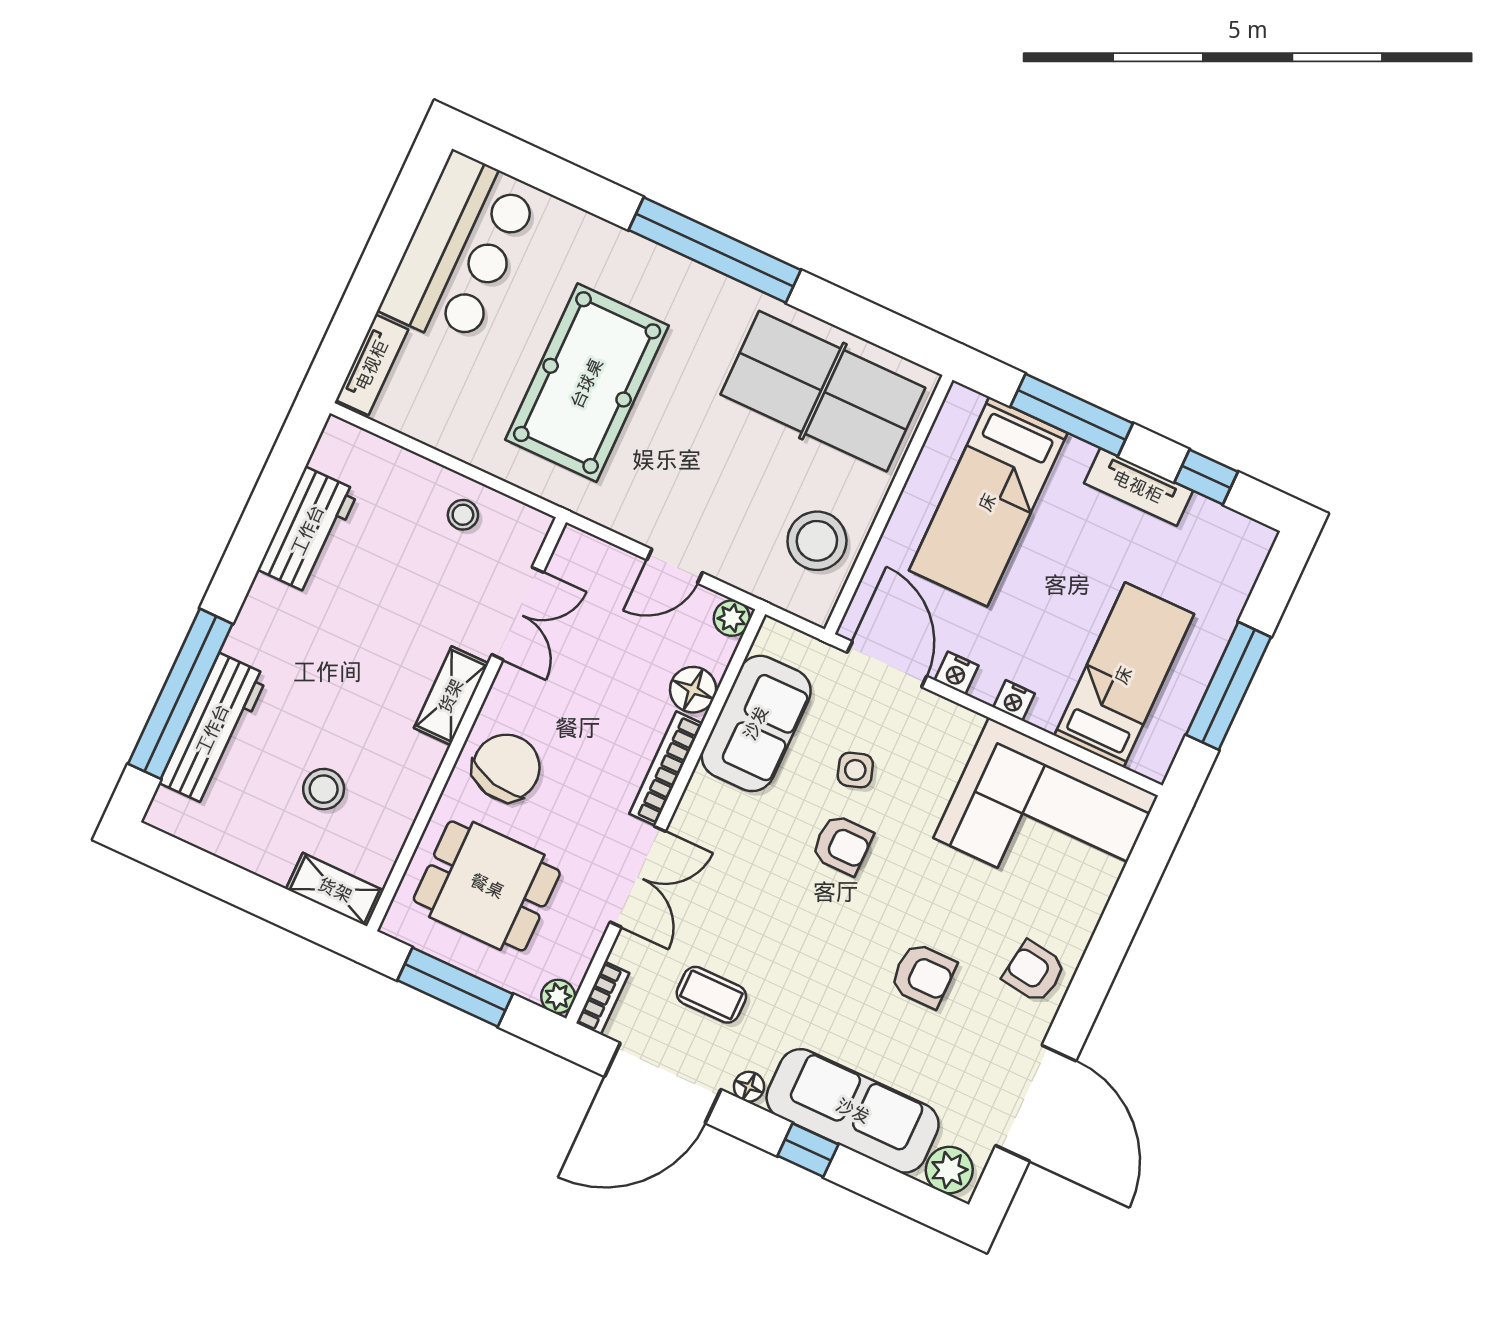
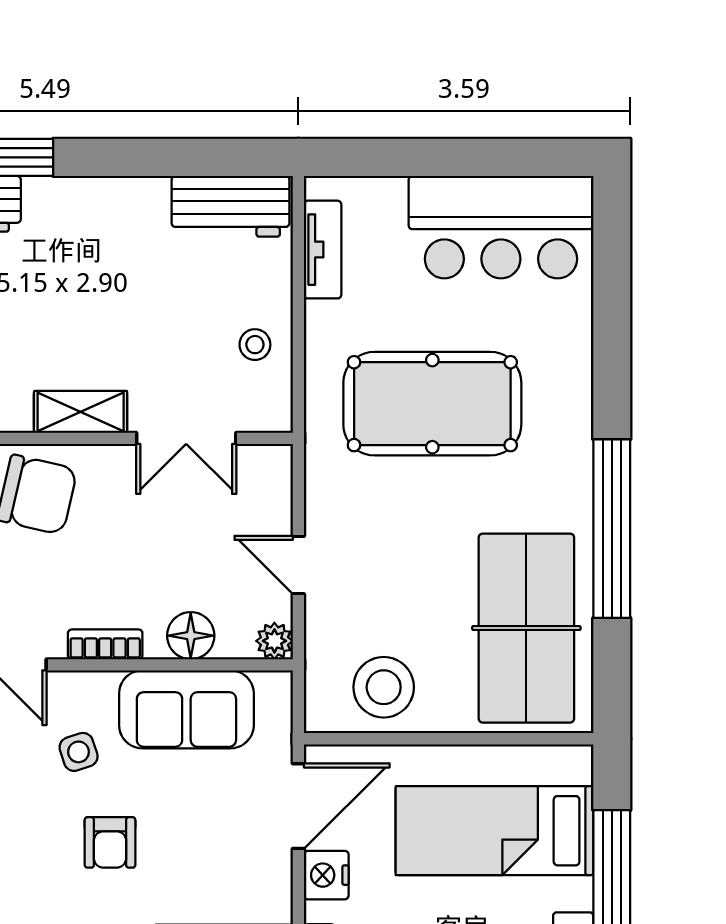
window: (715, 250) -> (612, 529), moved
tv unit: (372, 365) -> (323, 250), moved, turned -90
workbench: (308, 530) -> (230, 206), moved
nightstand: (957, 673) -> (326, 875), width x1.39, depth x1.35
bookcase: (666, 769) -> (105, 644), width x0.64
side table: (855, 770) -> (79, 752), moved

